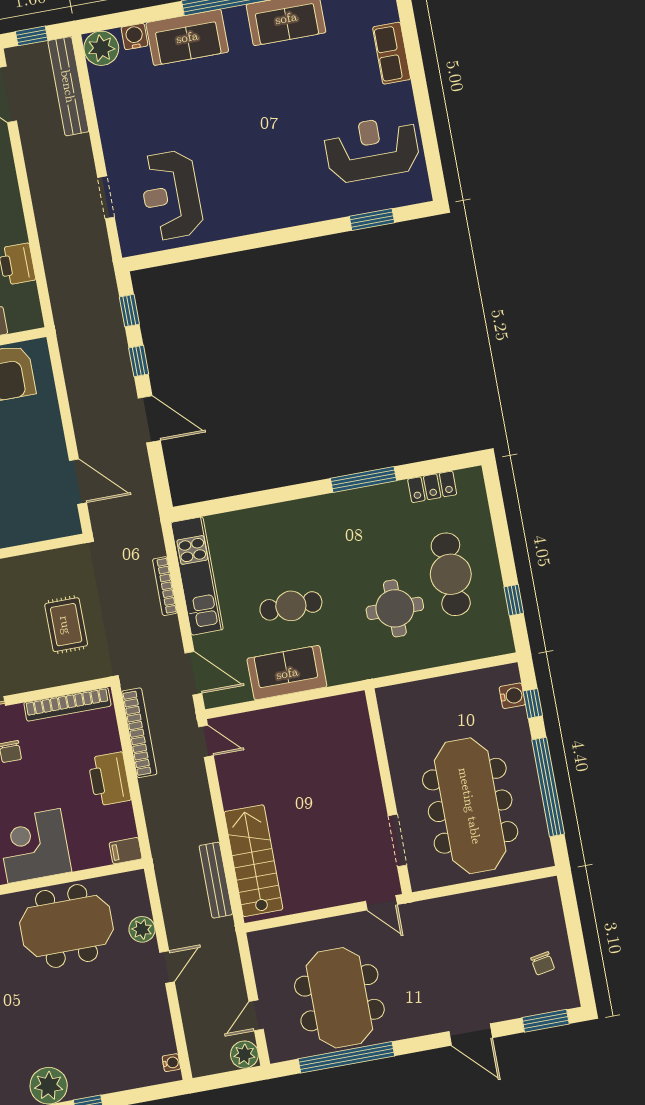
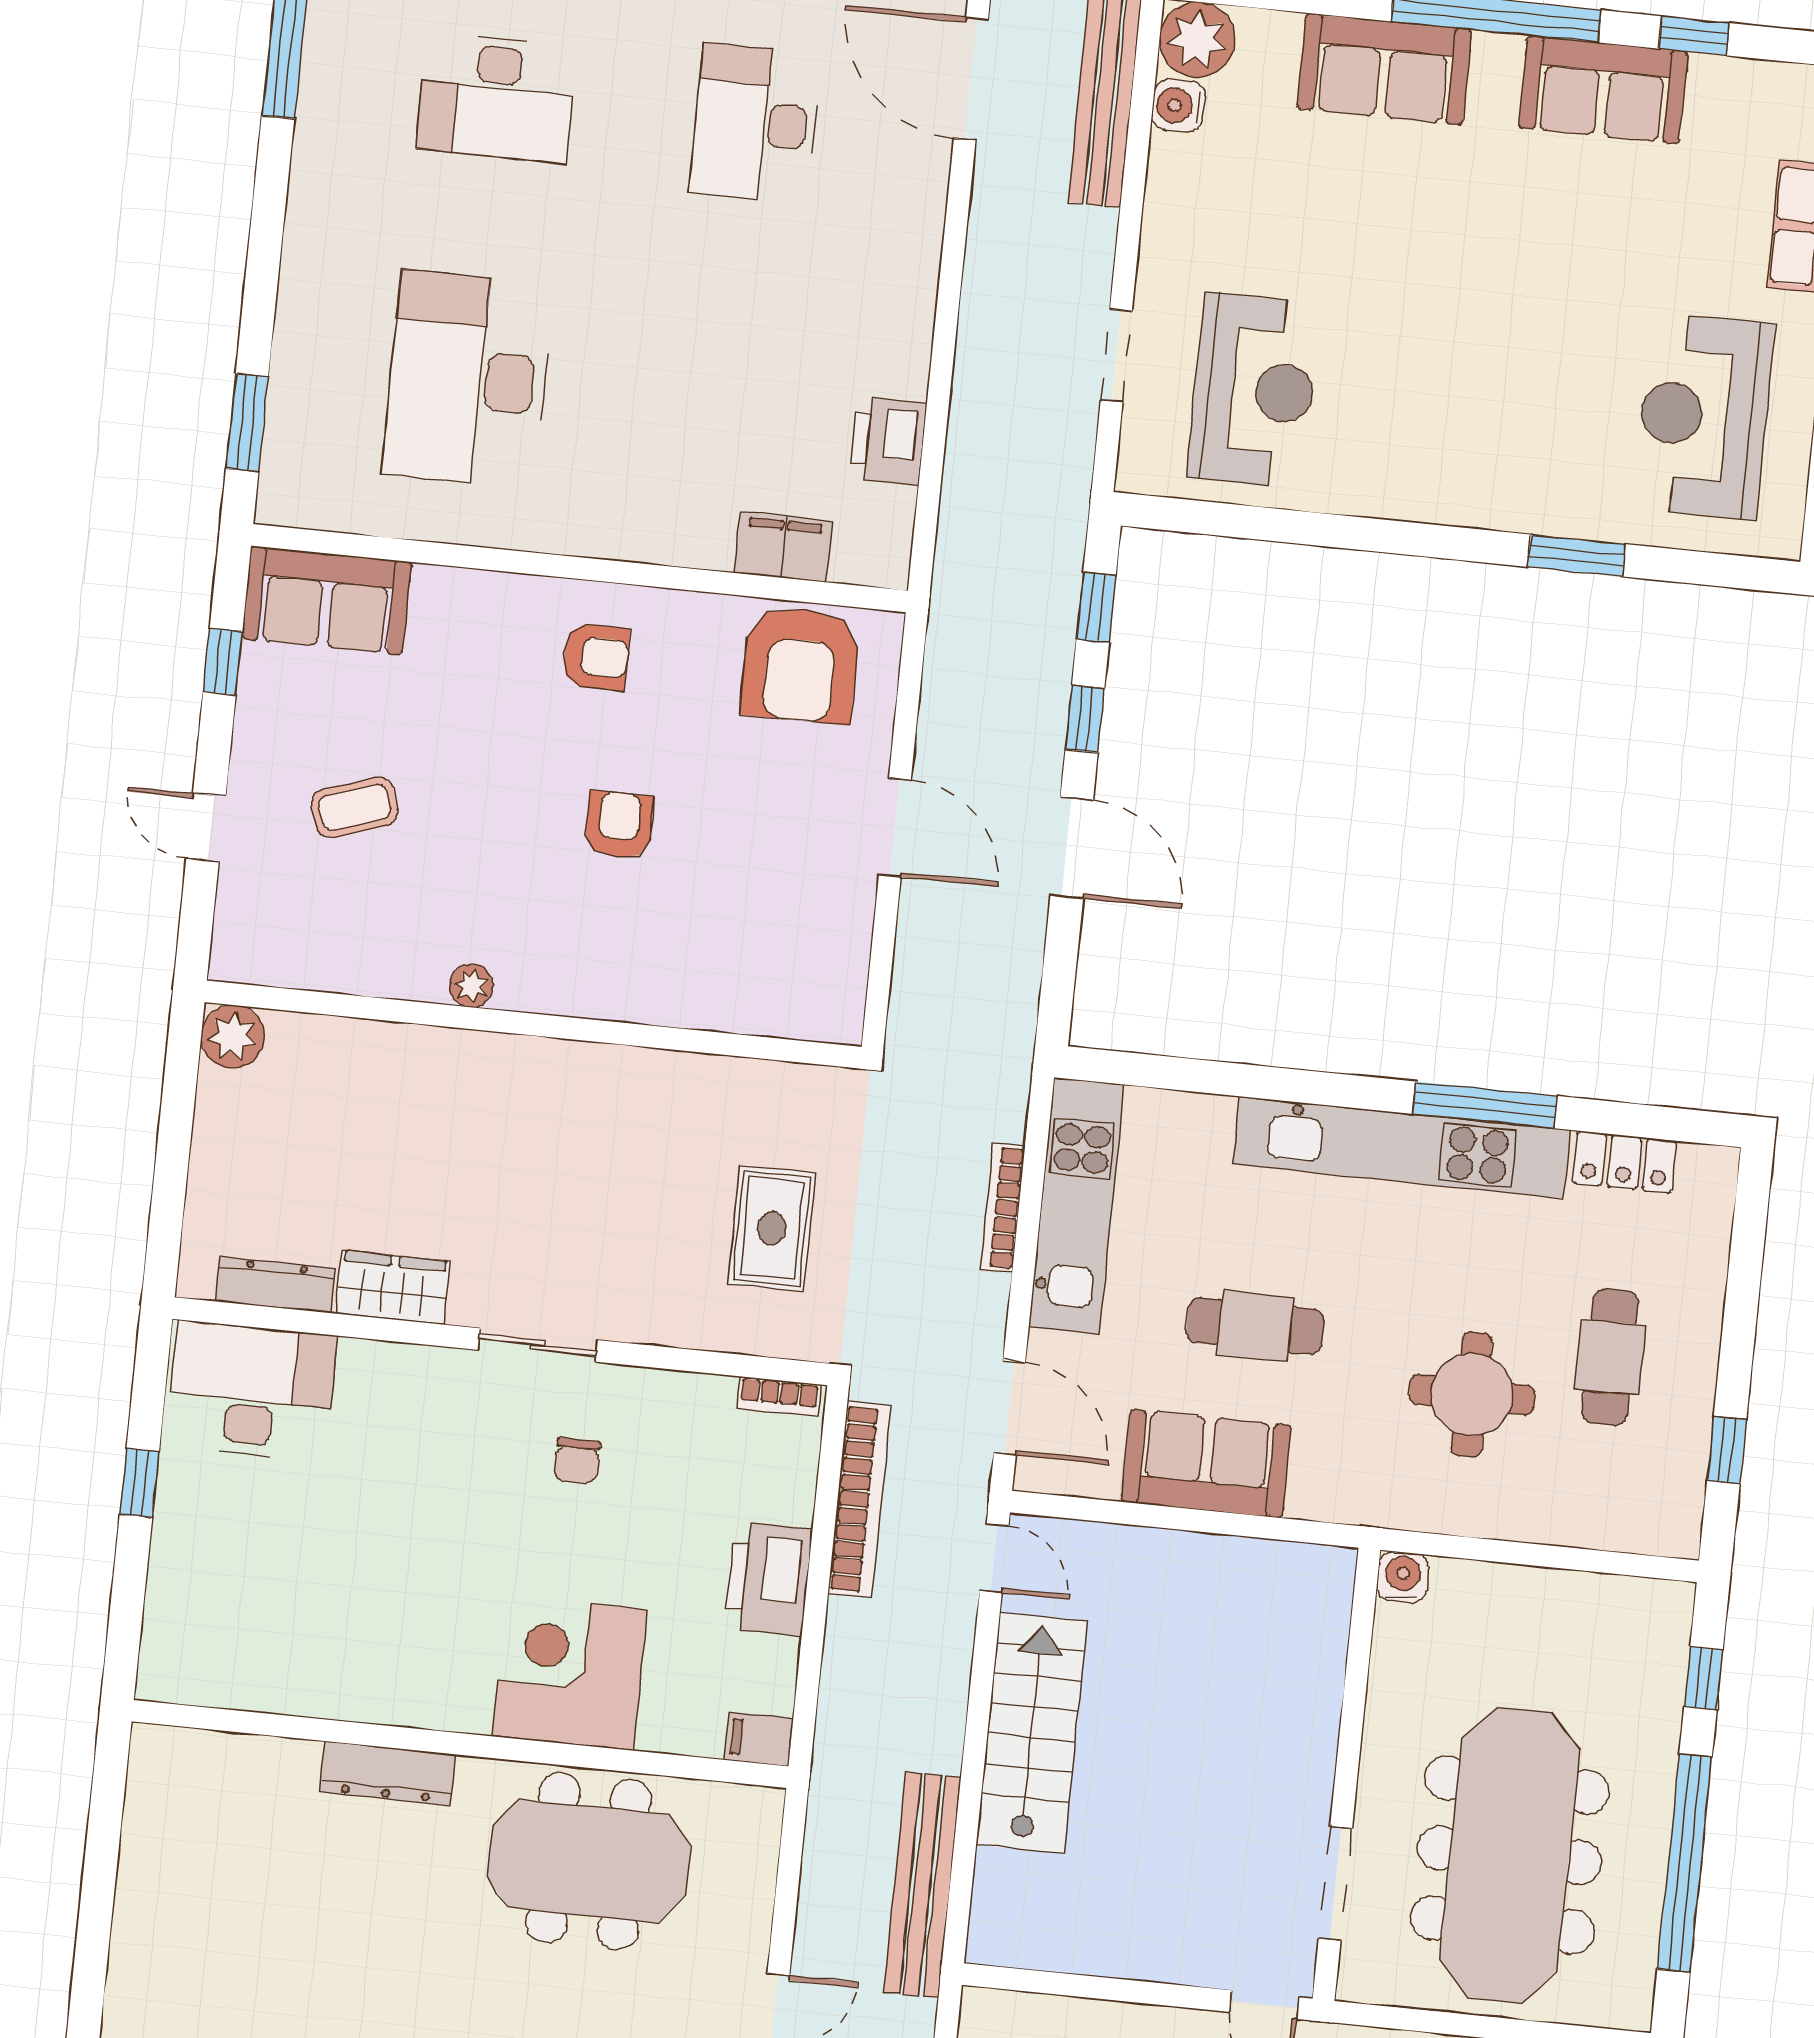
water cooler: (134, 37) -> (1178, 106), moved, turned -90
reception desk: (372, 149) -> (1704, 416), turned -90
reception desk: (171, 195) -> (1254, 390), turned 180
window: (372, 219) -> (1576, 555), moved
door: (78, 482) -> (895, 827), moved
kitchen unit: (332, 509) -> (1401, 1147), added
cafe table: (451, 574) -> (1610, 1357), width x0.73, depth x0.74
water cooler: (512, 696) -> (1403, 1577), moved, turned -90
bookcase: (67, 704) -> (779, 1397), width x0.43, depth x0.76
stairs: (253, 861) -> (1032, 1733), moved
bench: (216, 880) -> (922, 1885), width x1.37, depth x1.21
plant: (142, 929) -> (745, 1914), removed

